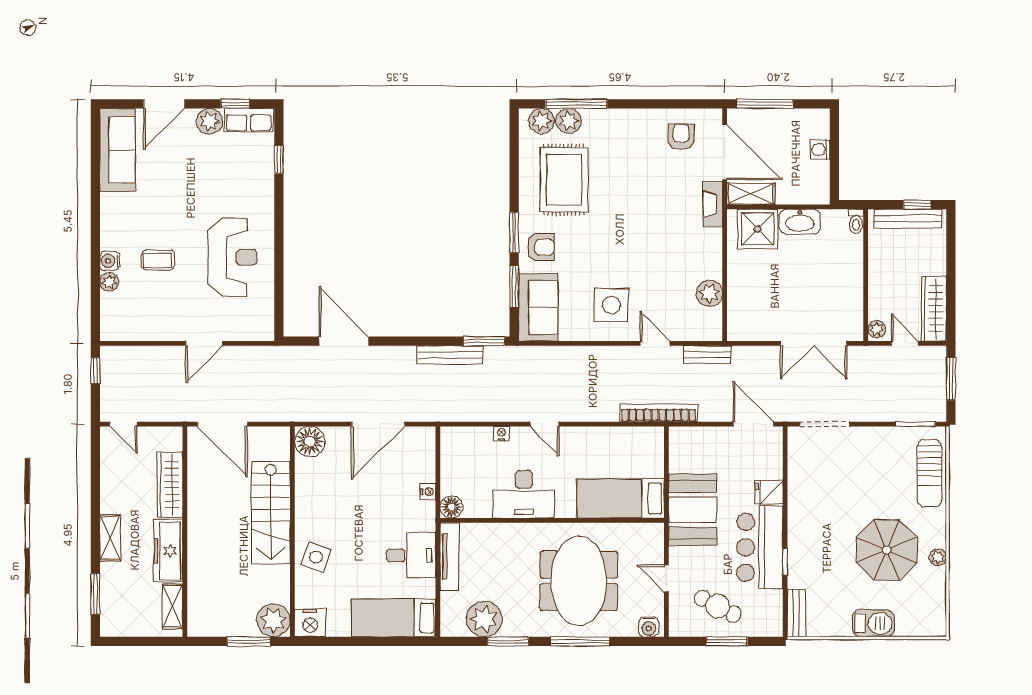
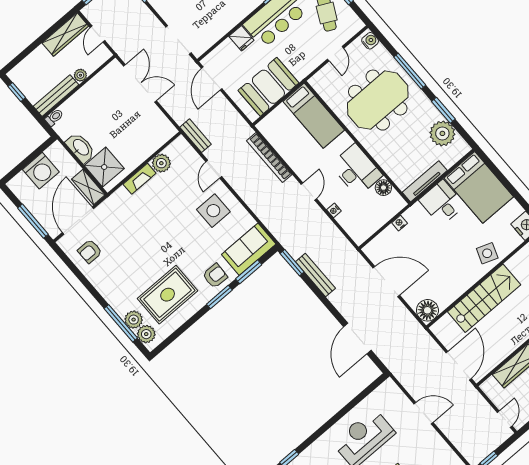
washing machine: (820, 150) -> (41, 171), width x1.89, depth x1.89
fireplace: (713, 204) -> (140, 179), moved
bench: (908, 219) -> (56, 96), moved, turned 90
armchair: (541, 247) -> (215, 276), turned 92
plant: (877, 329) -> (80, 75), moved
bookcase: (659, 413) -> (269, 158), moved
floor lamp: (451, 507) -> (383, 188), moved
booth: (693, 510) -> (268, 87), moved
bed: (394, 618) -> (479, 187), width x1.50

